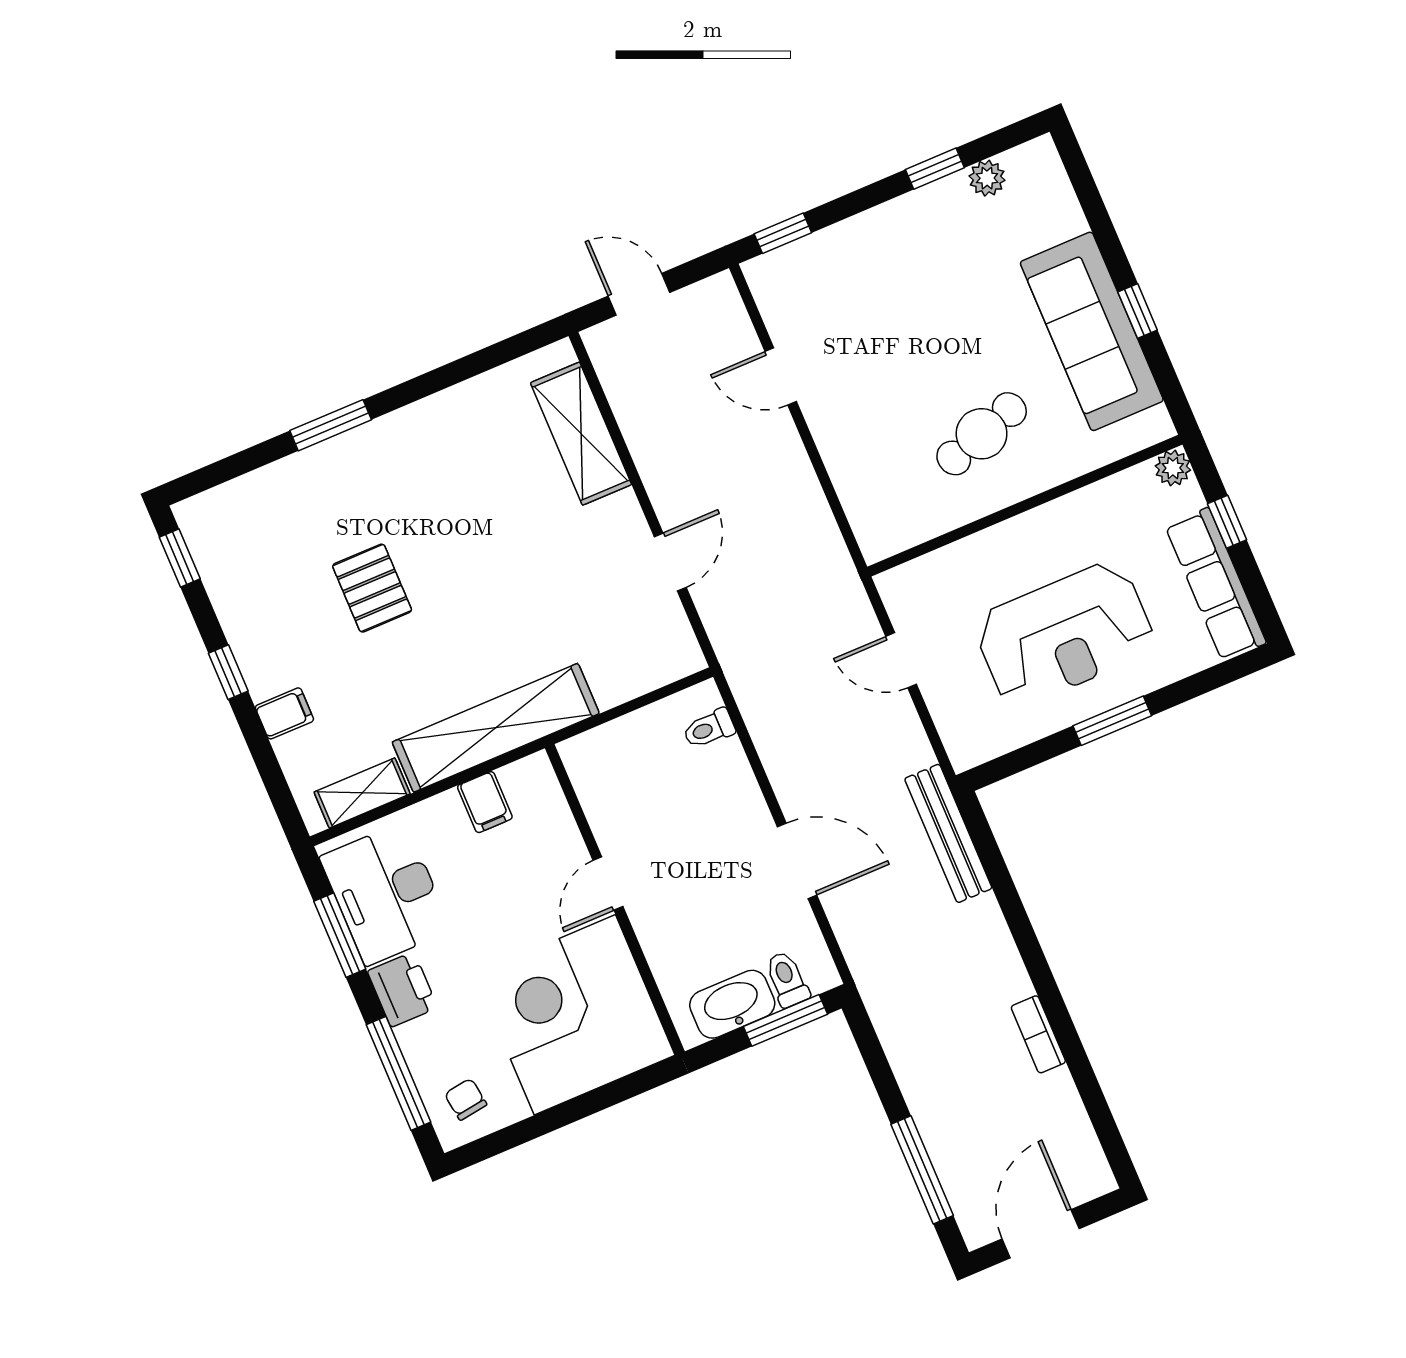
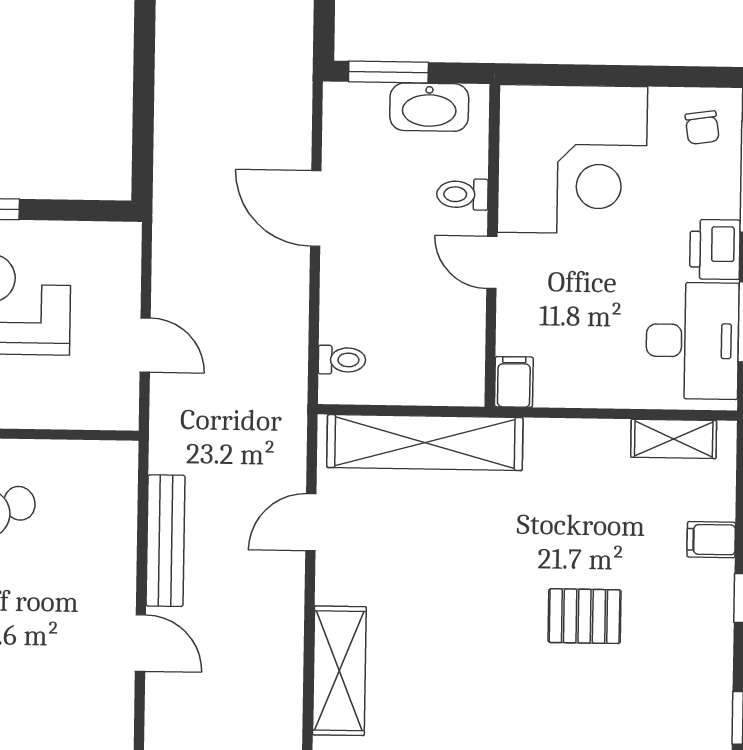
pallet: (372, 588) -> (585, 616), turned 90
shelving: (496, 728) -> (425, 443), moved
filing cabinet: (485, 802) -> (514, 382), moved
bench: (948, 833) -> (166, 541), moved
door: (608, 884) -> (492, 263), swing flipped
toilet: (787, 979) -> (462, 194), moved, turned 90

